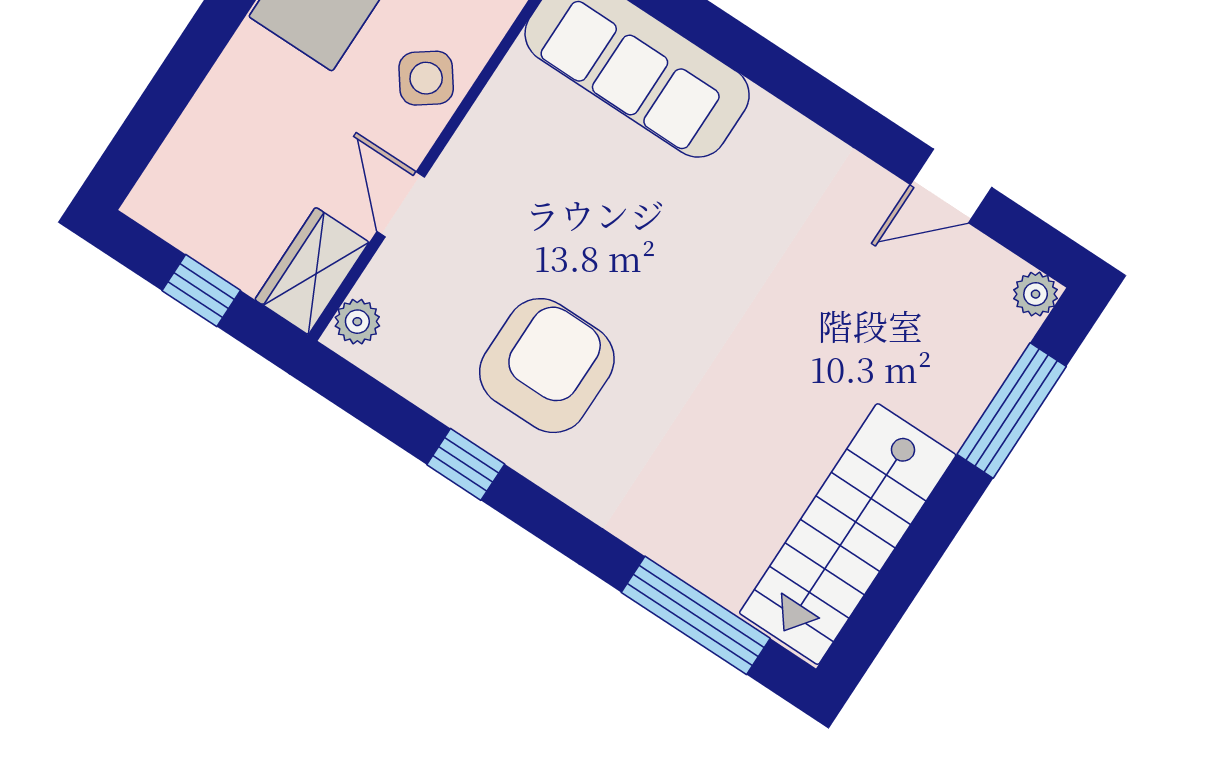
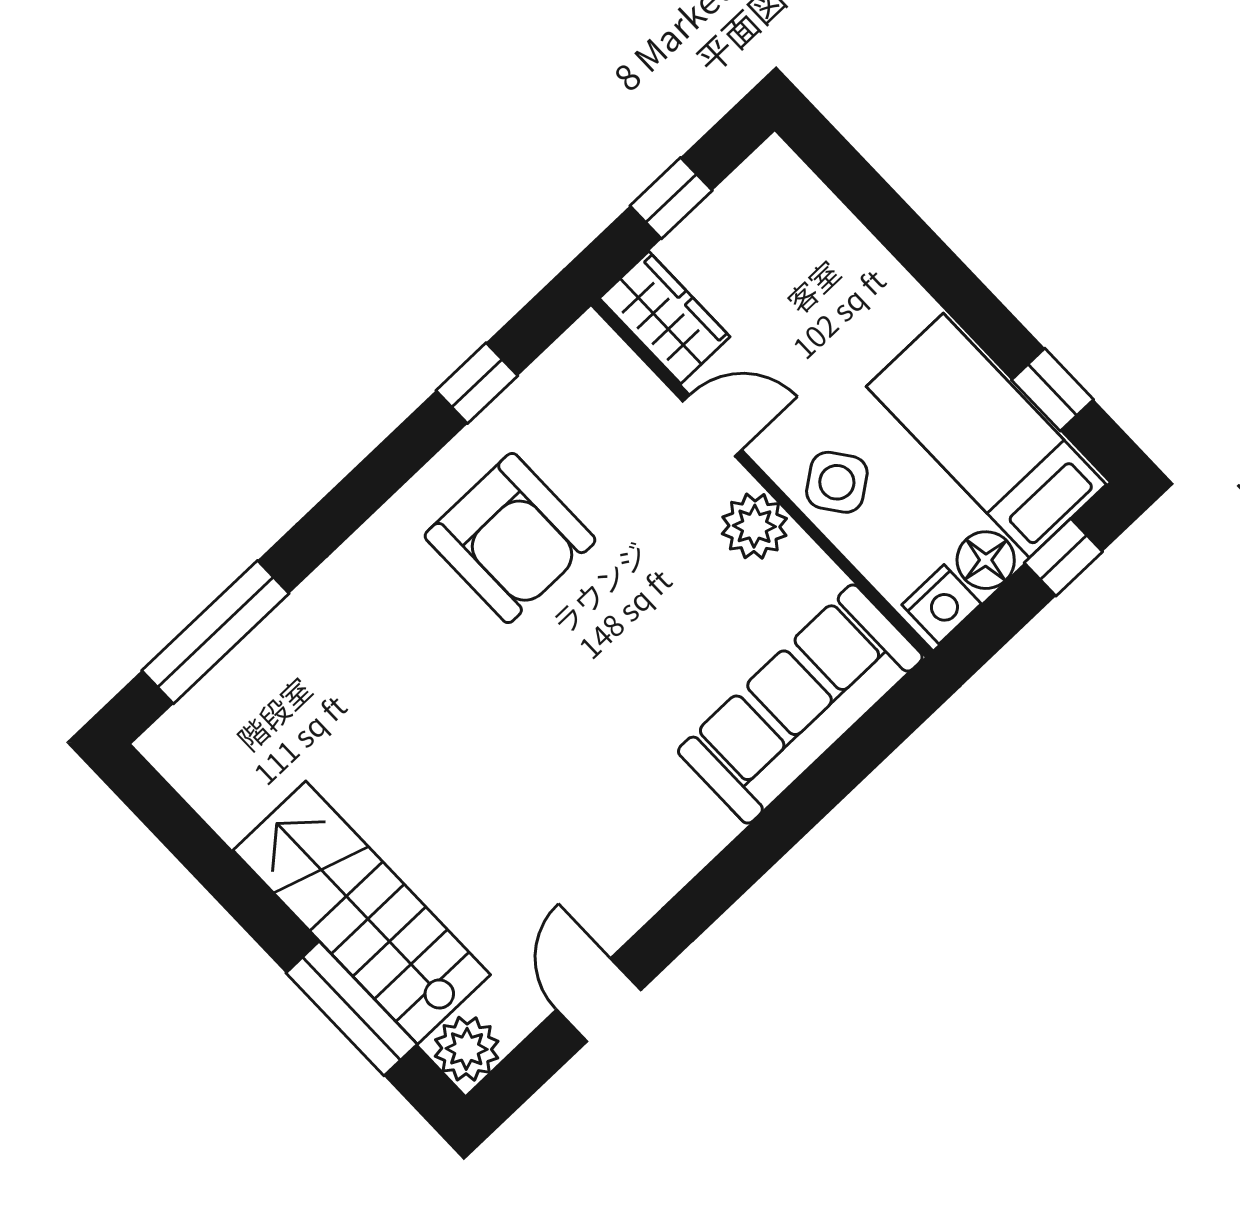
plant: (1036, 294) -> (467, 1049), width x1.38, depth x1.38
plant: (357, 322) -> (754, 526), moved, width x1.38, depth x1.38
window: (466, 464) -> (477, 383), moved
stairs: (848, 534) -> (362, 913), moved

